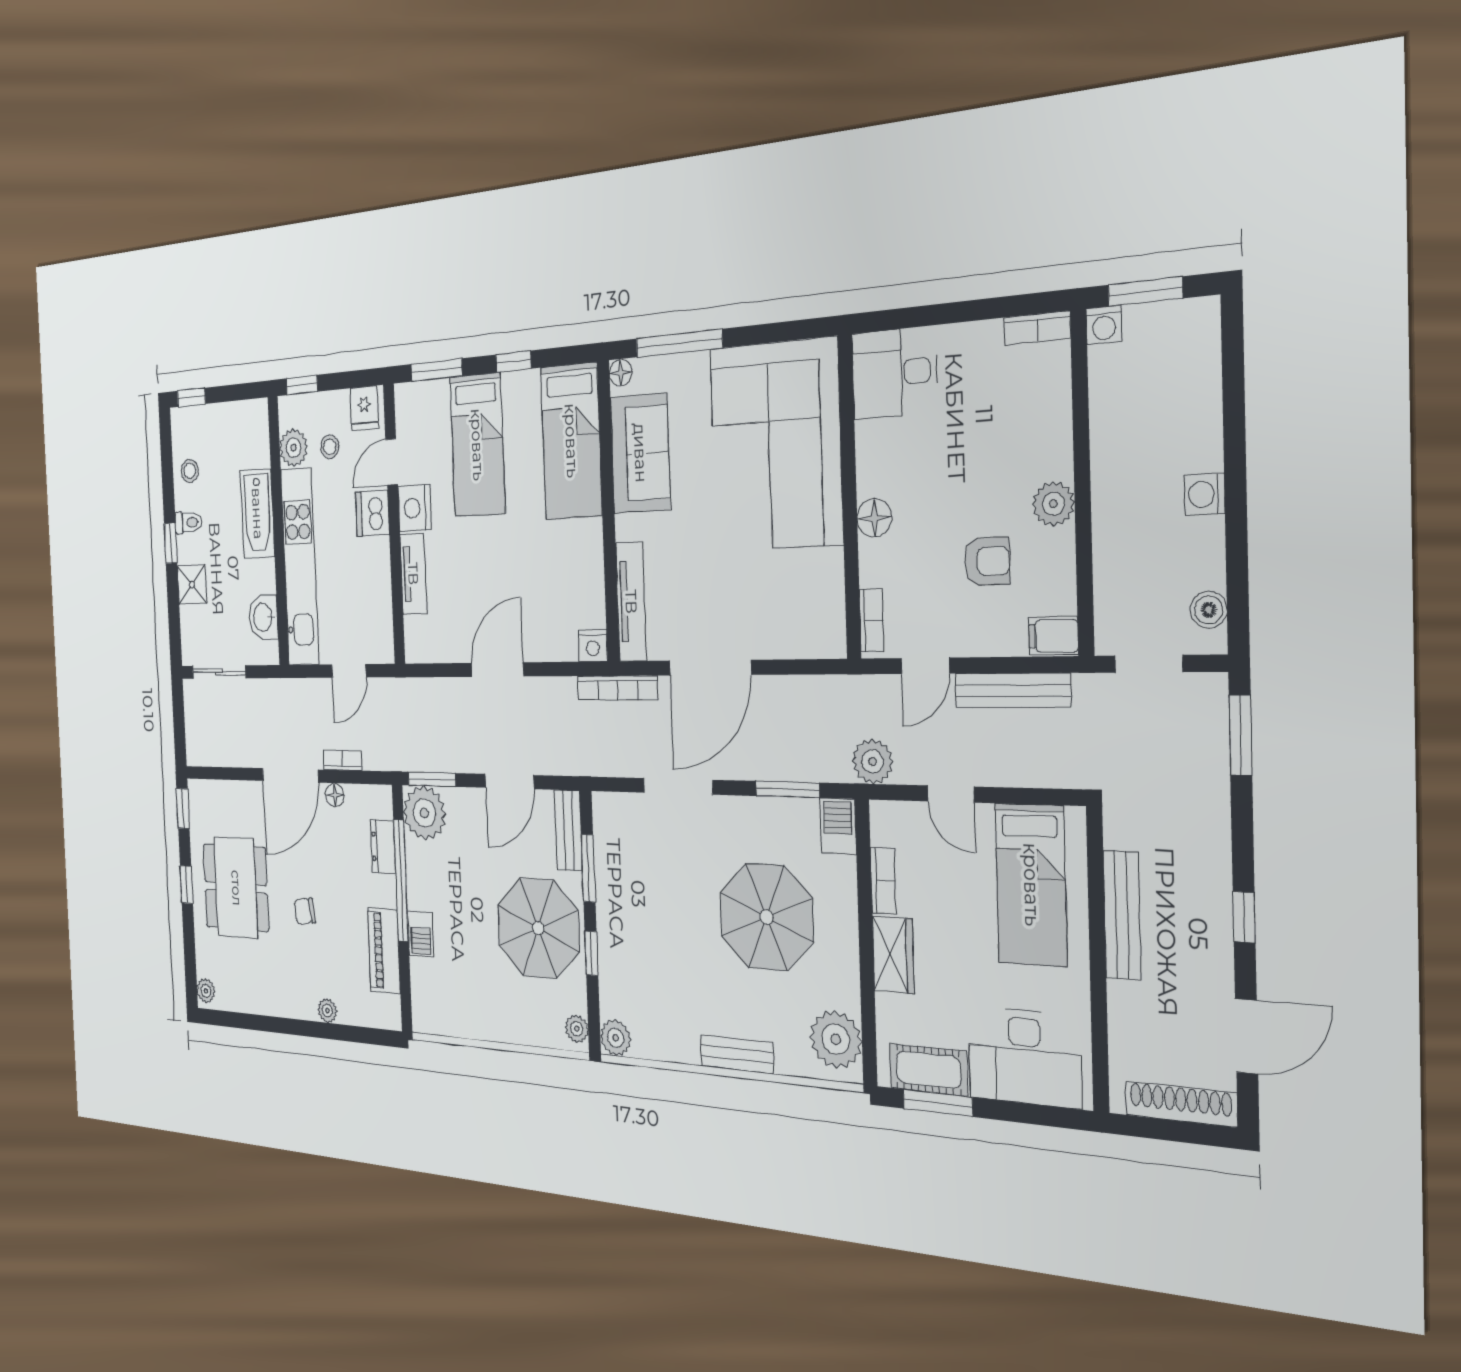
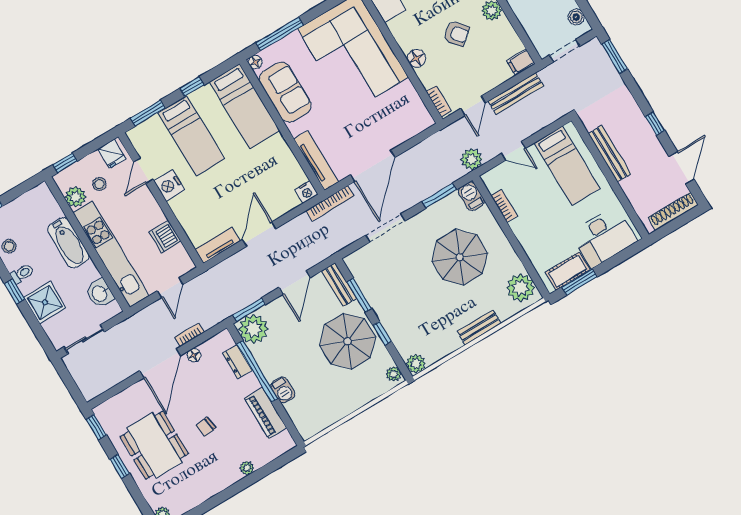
dishwasher: (372, 513) -> (165, 237), moved
armchair: (987, 561) -> (457, 34), moved, turned 50
tv unit: (413, 574) -> (218, 245), moved, turned -90
shower: (192, 585) -> (45, 302), width x1.36, depth x1.36
wardrobe: (893, 955) -> (526, 234), removed

